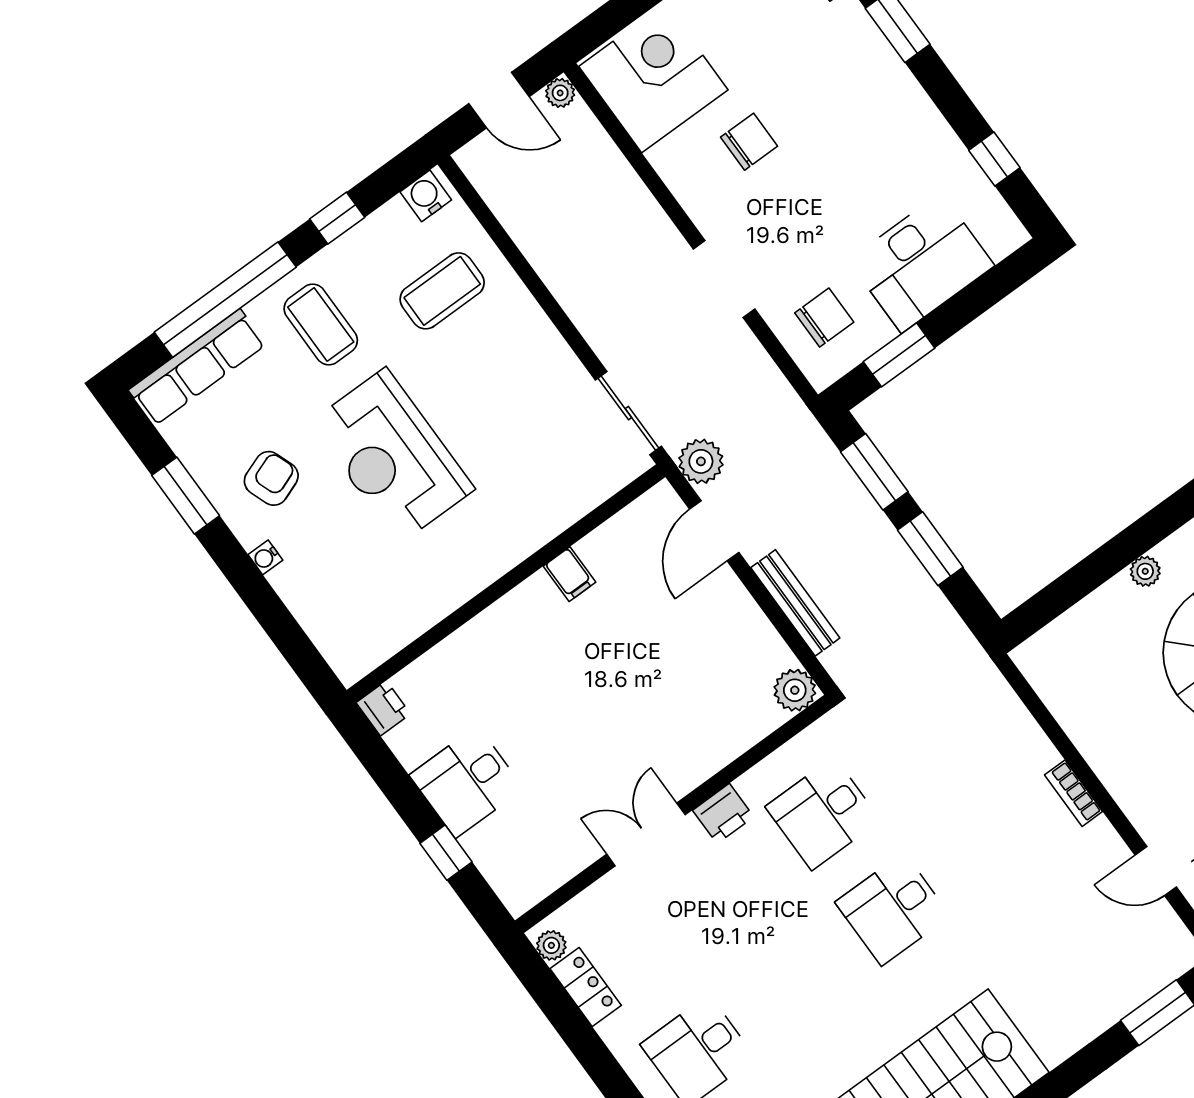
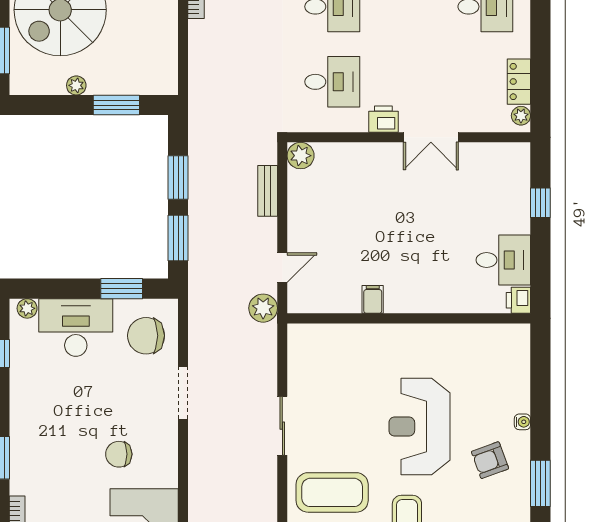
plant: (1001, 242) -> (27, 308), added
coffee table: (442, 291) -> (332, 492), width x1.36, depth x1.32
chair: (824, 318) -> (146, 336), width x1.37, depth x1.37
sliding door: (628, 413) -> (282, 426), moved
reception desk: (392, 456) -> (419, 427), turned 180
door: (714, 531) -> (282, 268), width x0.73
window: (1076, 584) -> (116, 105), added
bench: (795, 603) -> (268, 191), width x0.73
desk: (466, 782) -> (503, 260), moved

